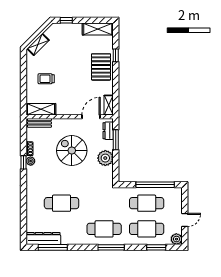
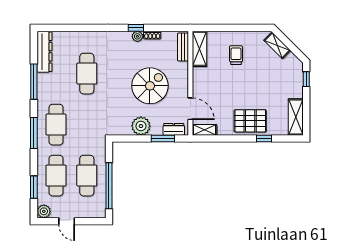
window: (53, 247) -> (34, 82), moved

